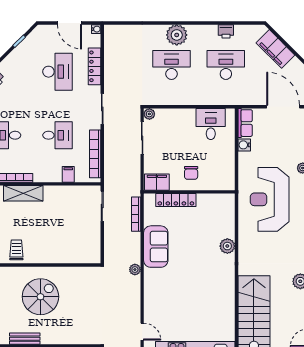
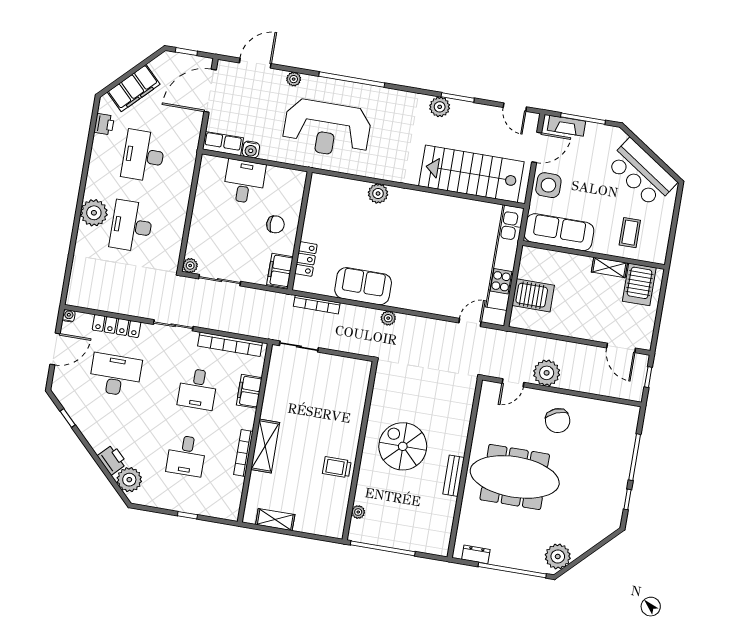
printer: (226, 31) -> (104, 124), moved
desk: (211, 124) -> (244, 182), moved, turned 90
desk: (58, 135) -> (198, 389), turned 180
filing cabinet: (68, 174) -> (249, 391), width x2.00
locker: (176, 200) -> (306, 259), width x0.66

